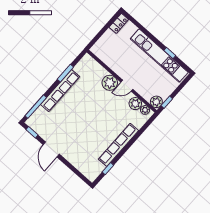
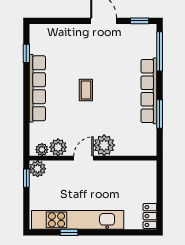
coffee table: (93, 121) -> (86, 90), added

